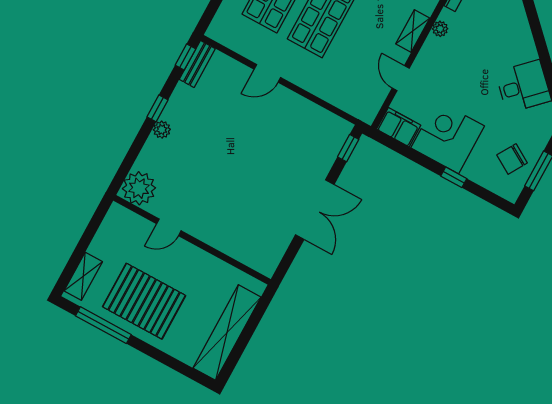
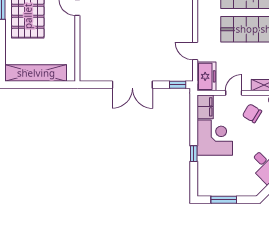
door: (267, 73) -> (195, 51), moved
freezer: (358, 103) -> (207, 76), added
chair: (512, 159) -> (252, 113), moved

